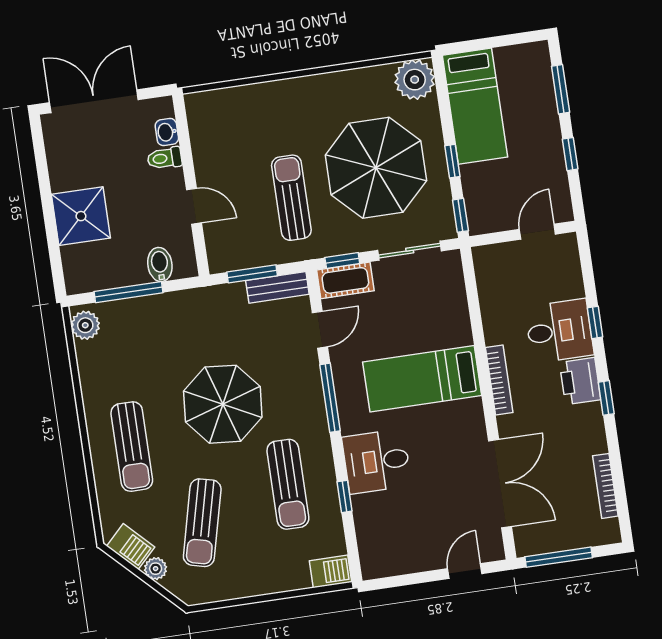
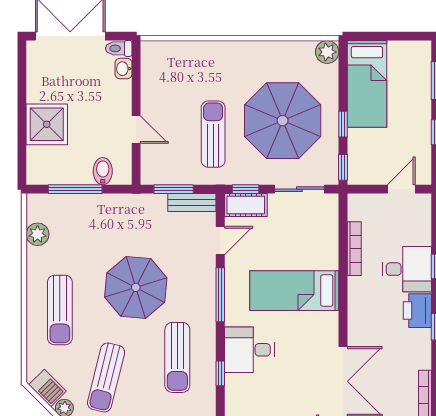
plant: (415, 80) -> (327, 52), width x0.73, depth x0.73
toilet: (165, 158) -> (119, 48), moved
plant: (85, 325) -> (38, 234), moved
bookcase: (499, 380) -> (354, 249), moved

